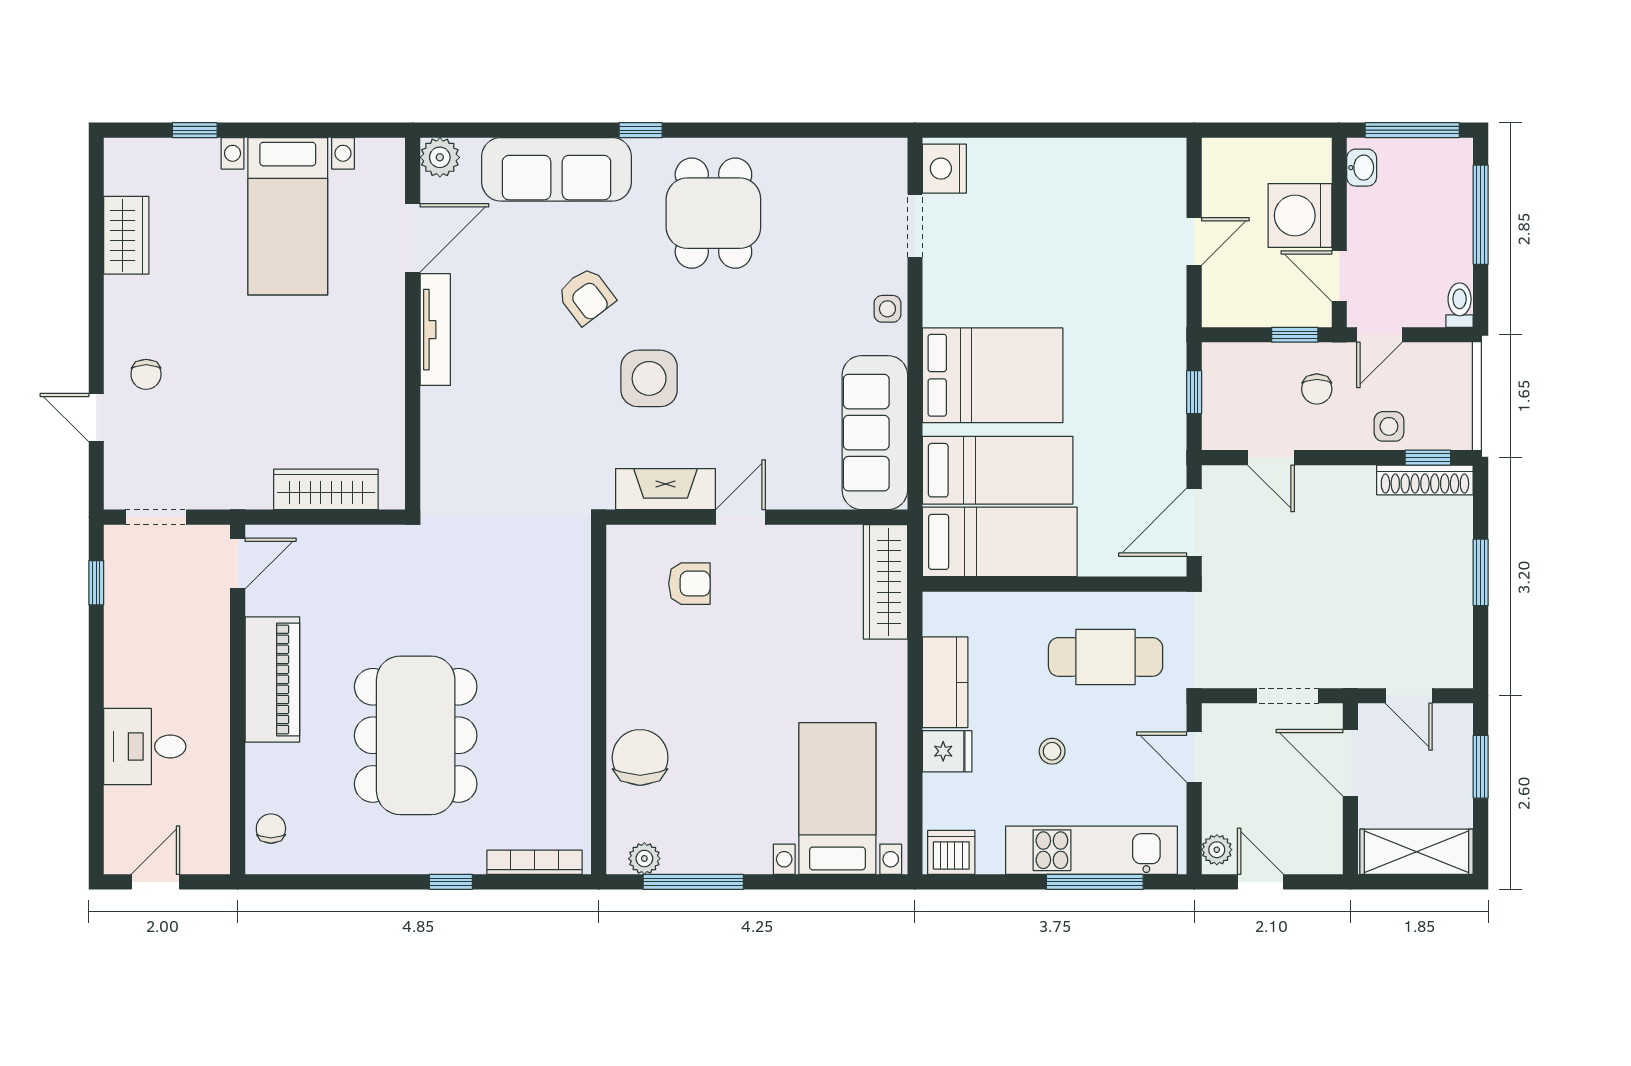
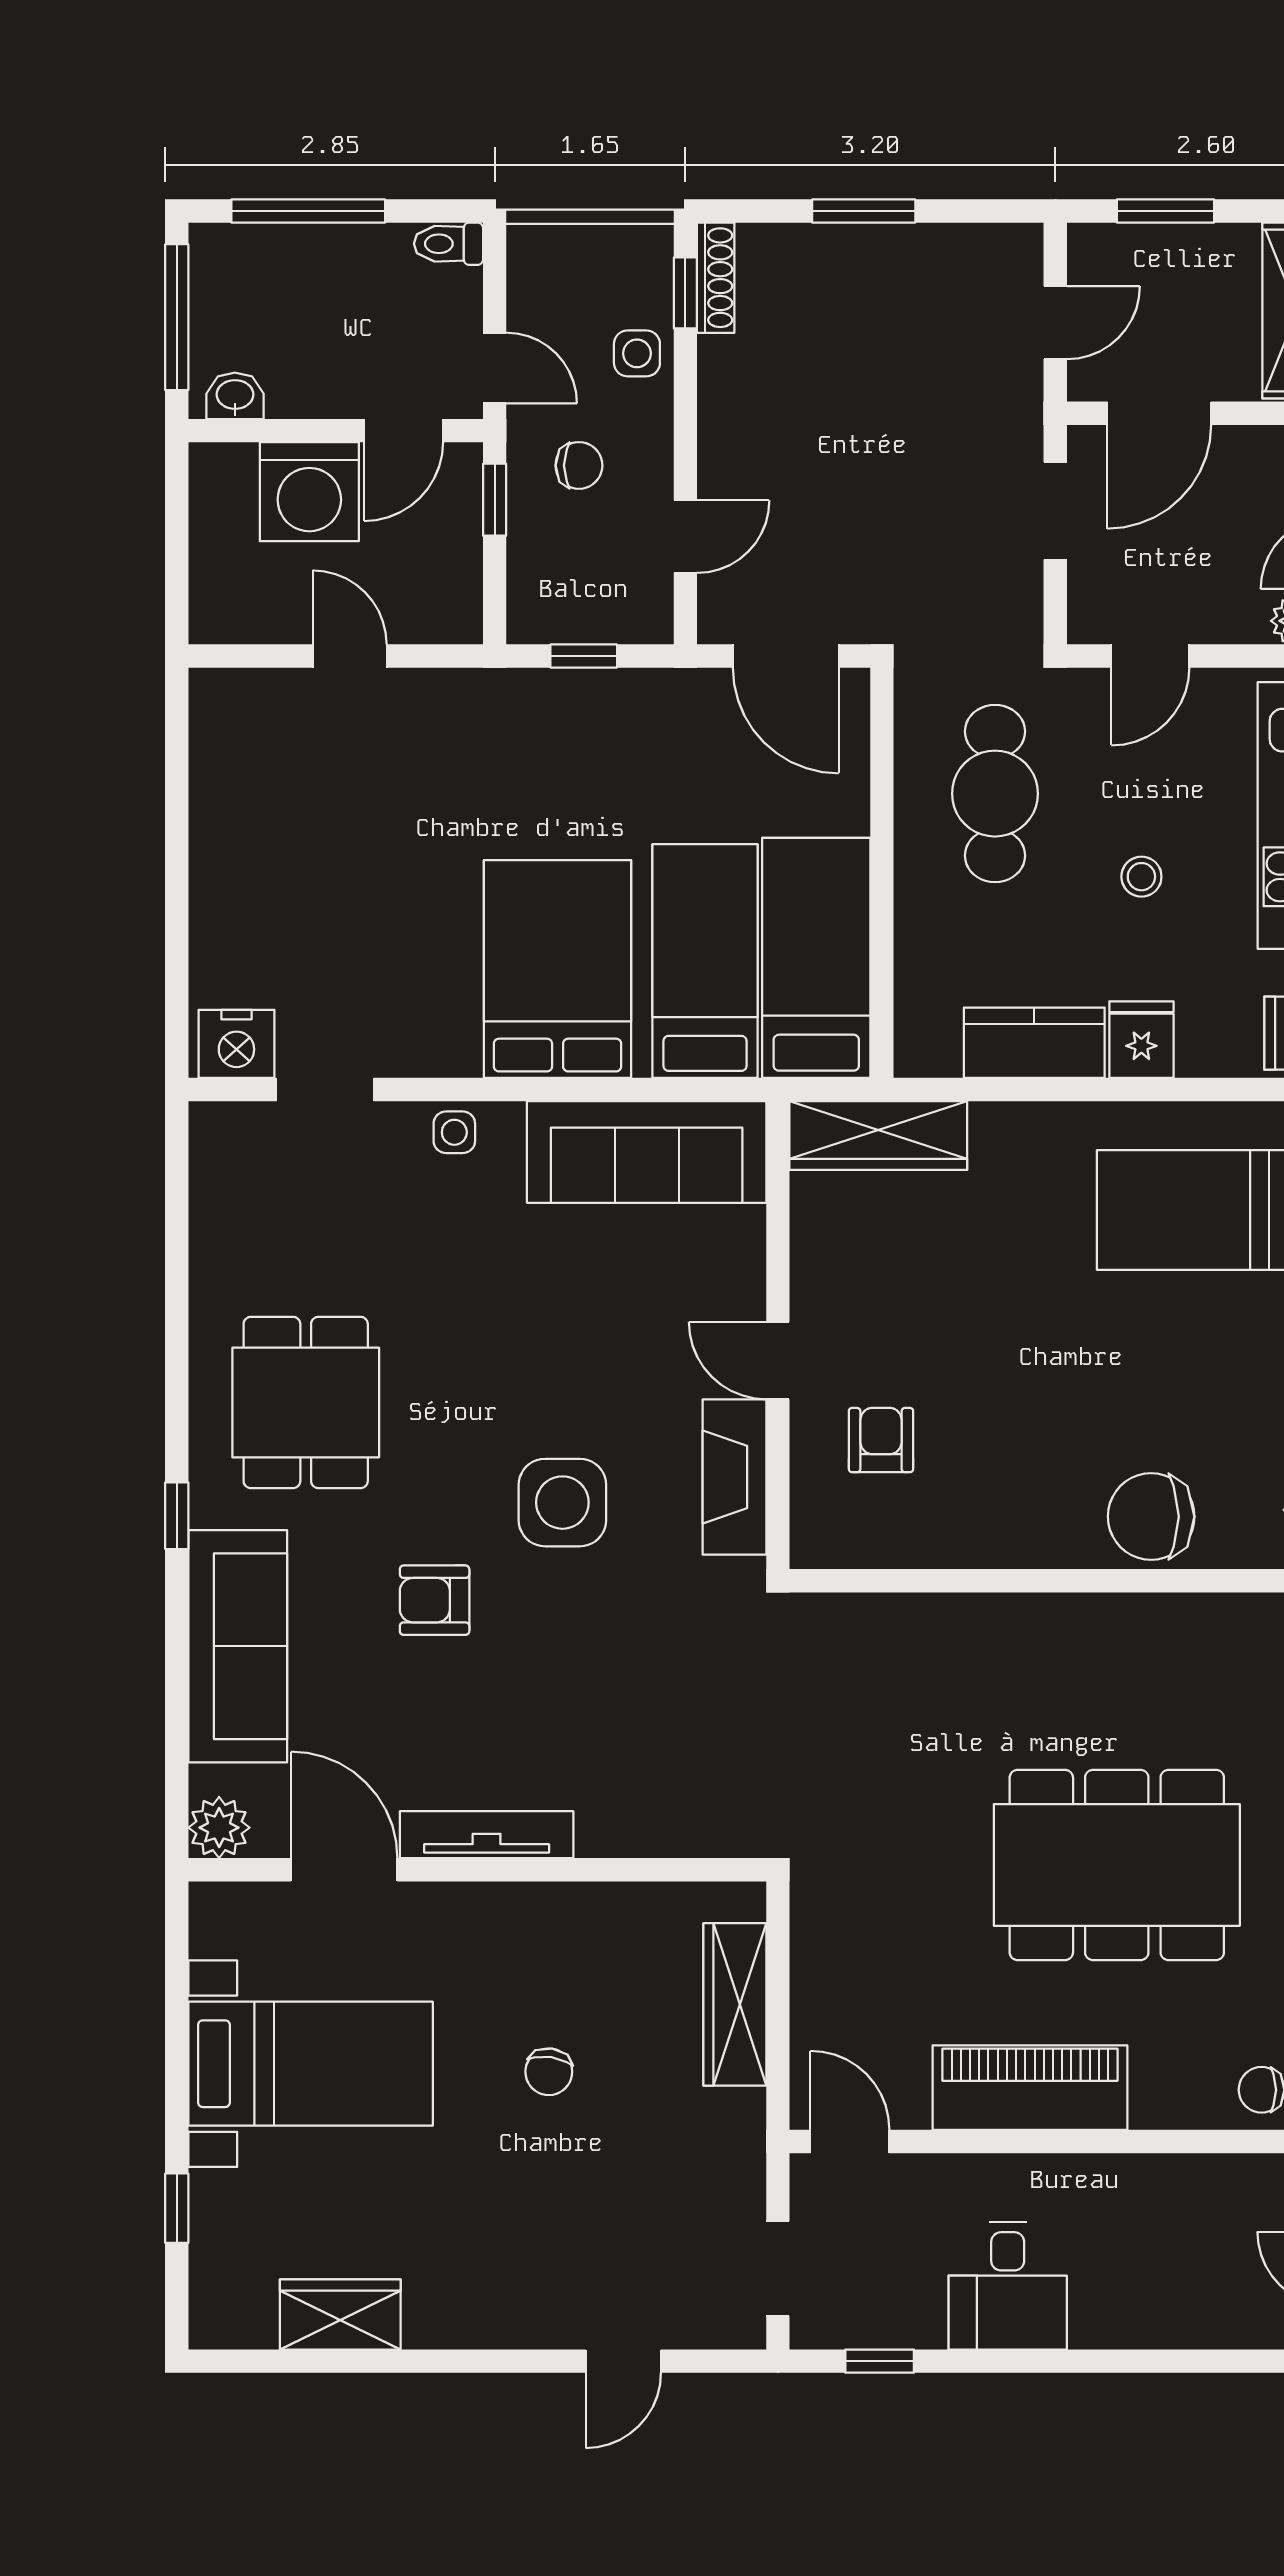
dining table: (713, 213) -> (306, 1402), turned 90
armchair: (586, 296) -> (435, 1600), turned -143
chair: (146, 374) -> (549, 2072), moved, turned 98
shoe rack: (1425, 480) -> (716, 278), width x0.74, depth x0.81
desk: (145, 746) -> (1008, 2286), moved

